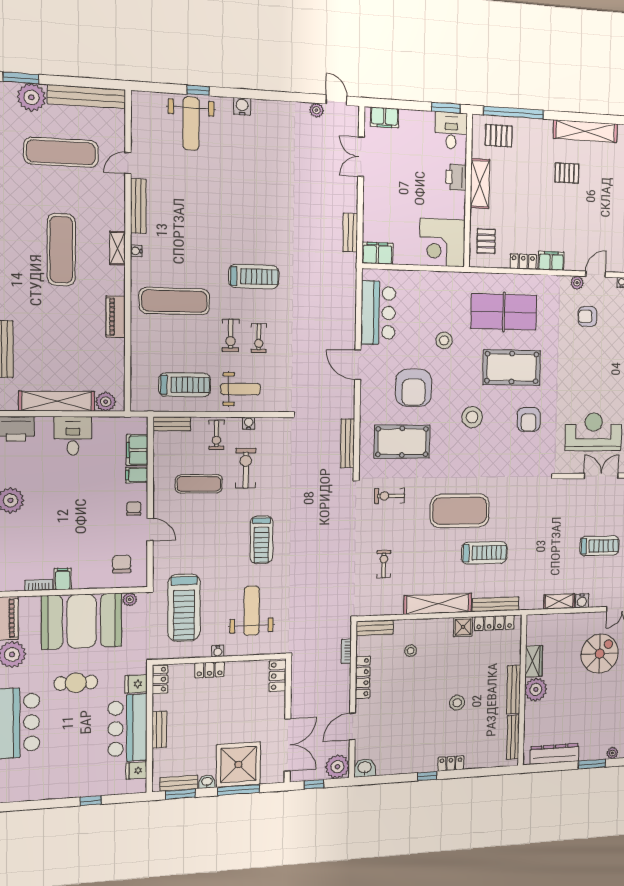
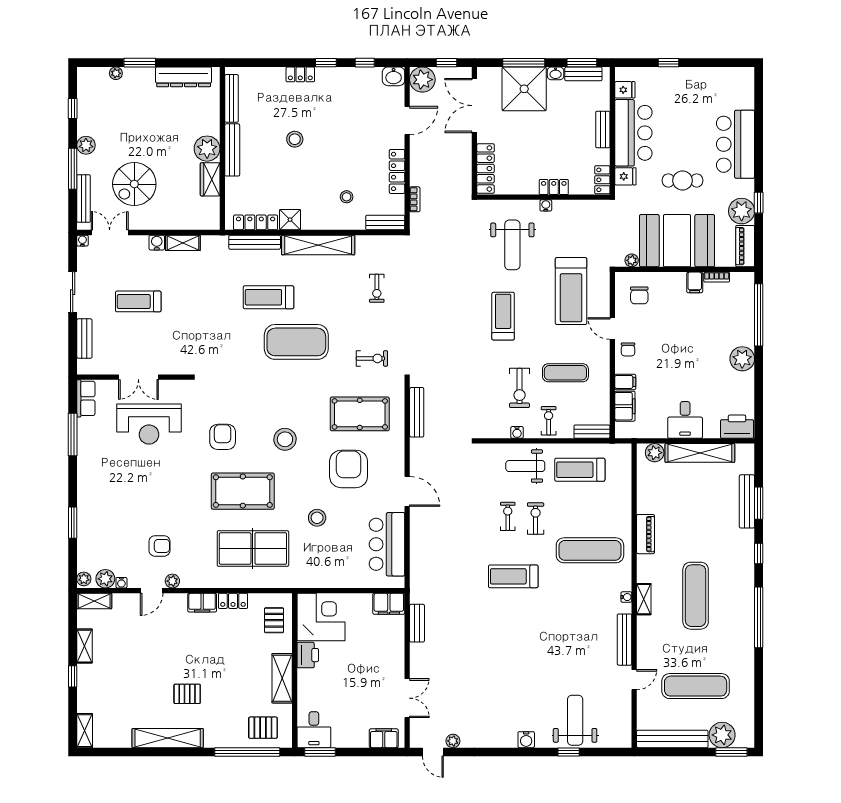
printer: (456, 177) -> (308, 655), moved
treadmill: (184, 608) -> (571, 291), moved, turned 180
locker: (277, 676) -> (486, 168), width x1.53
window: (391, 779) -> (365, 63), added

